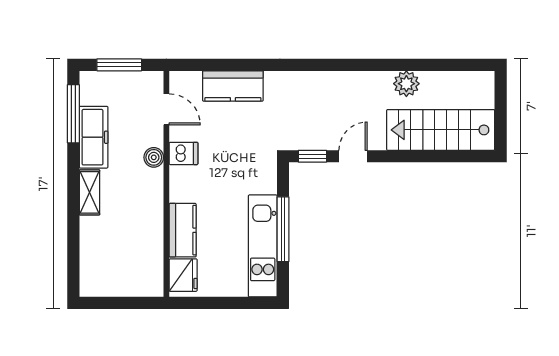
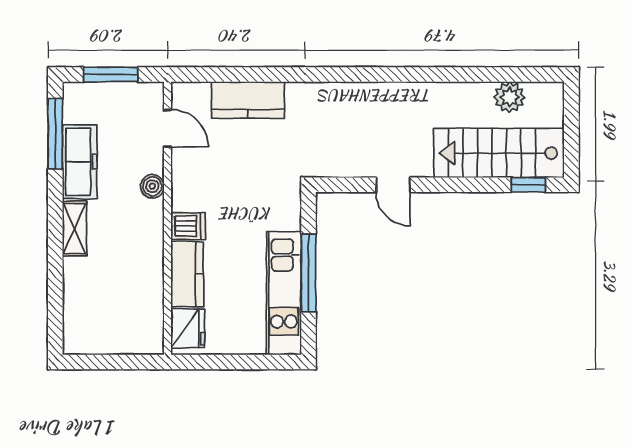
plant: (406, 84) -> (510, 97), moved
dishwasher: (184, 153) -> (188, 226), moved
window: (312, 156) -> (528, 185), moved
door: (353, 156) -> (393, 185), swing flipped

